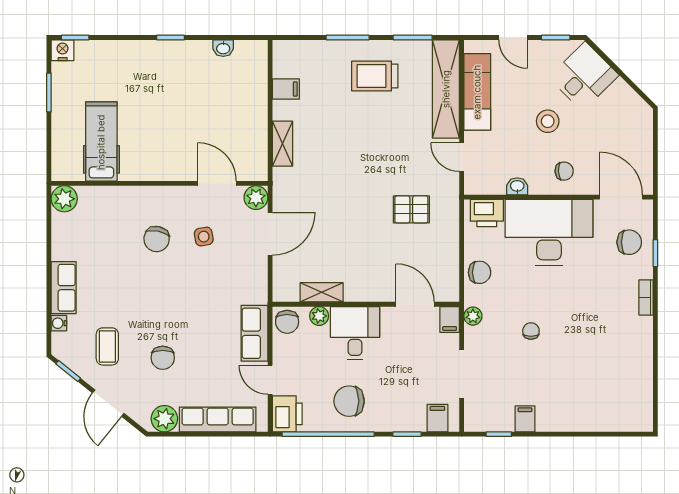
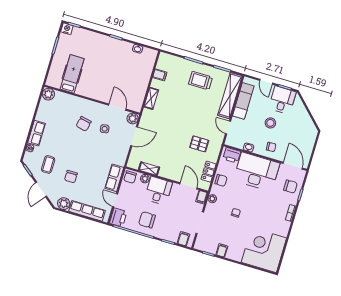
desk: (584, 76) -> (282, 100), moved, turned -45
locker: (448, 262) -> (209, 172), added
corner desk: (613, 392) -> (264, 250), added

